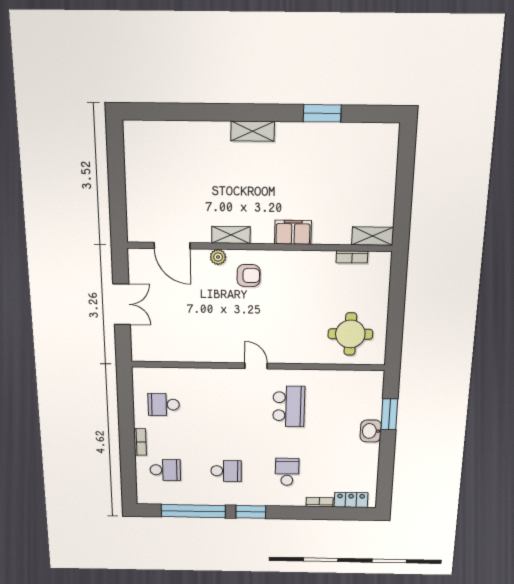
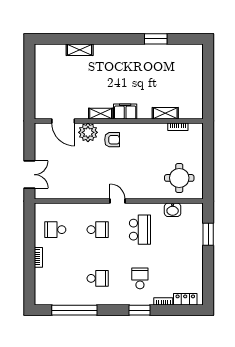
shelving: (253, 131) -> (80, 50), moved
filing cabinet: (293, 232) -> (125, 111), moved
shelving: (373, 236) -> (165, 113), moved
plant: (218, 257) -> (88, 132), width x1.88, depth x1.88
double door: (122, 304) -> (29, 175), moved
washbasin: (371, 431) -> (173, 210), moved, turned -90
school desk: (165, 470) -> (98, 230), moved
window: (251, 512) -> (139, 310), moved

